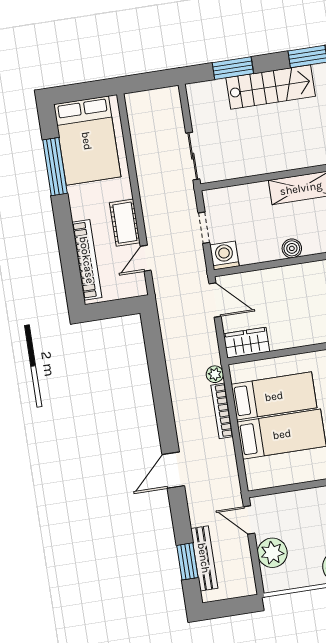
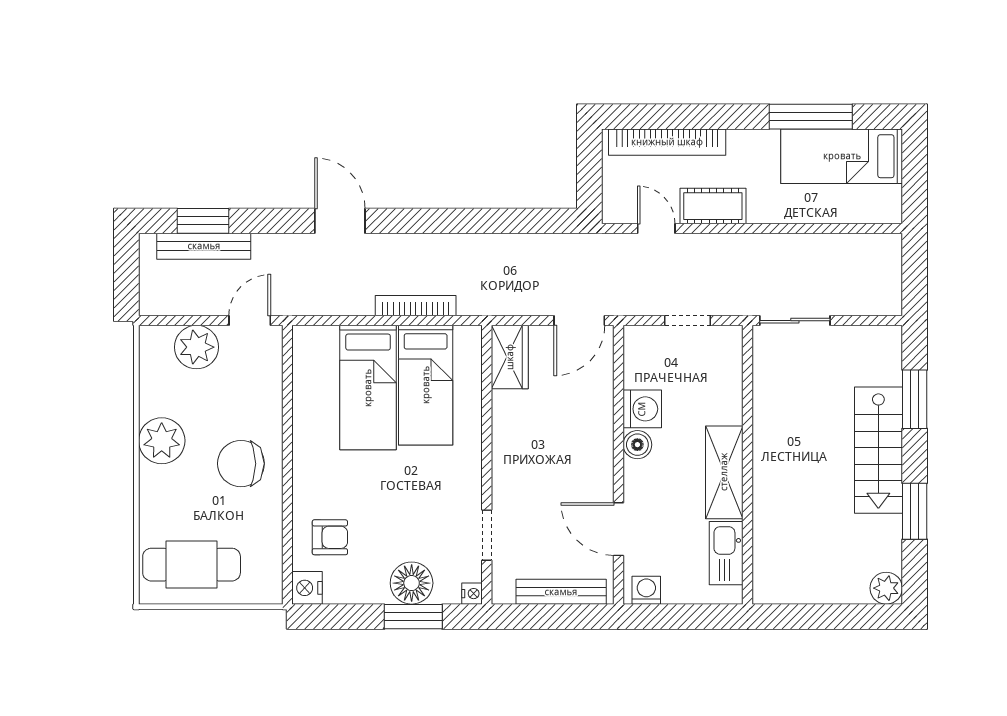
bed: (87, 141) -> (842, 156), width x0.67
washing machine: (224, 256) -> (642, 409), moved
plant: (215, 374) -> (471, 303), removed

